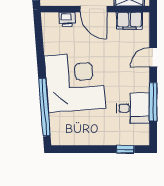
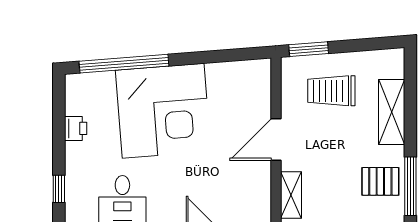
printer: (67, 19) -> (76, 128), moved, turned 180
filing cabinet: (130, 21) -> (258, 195), removed

